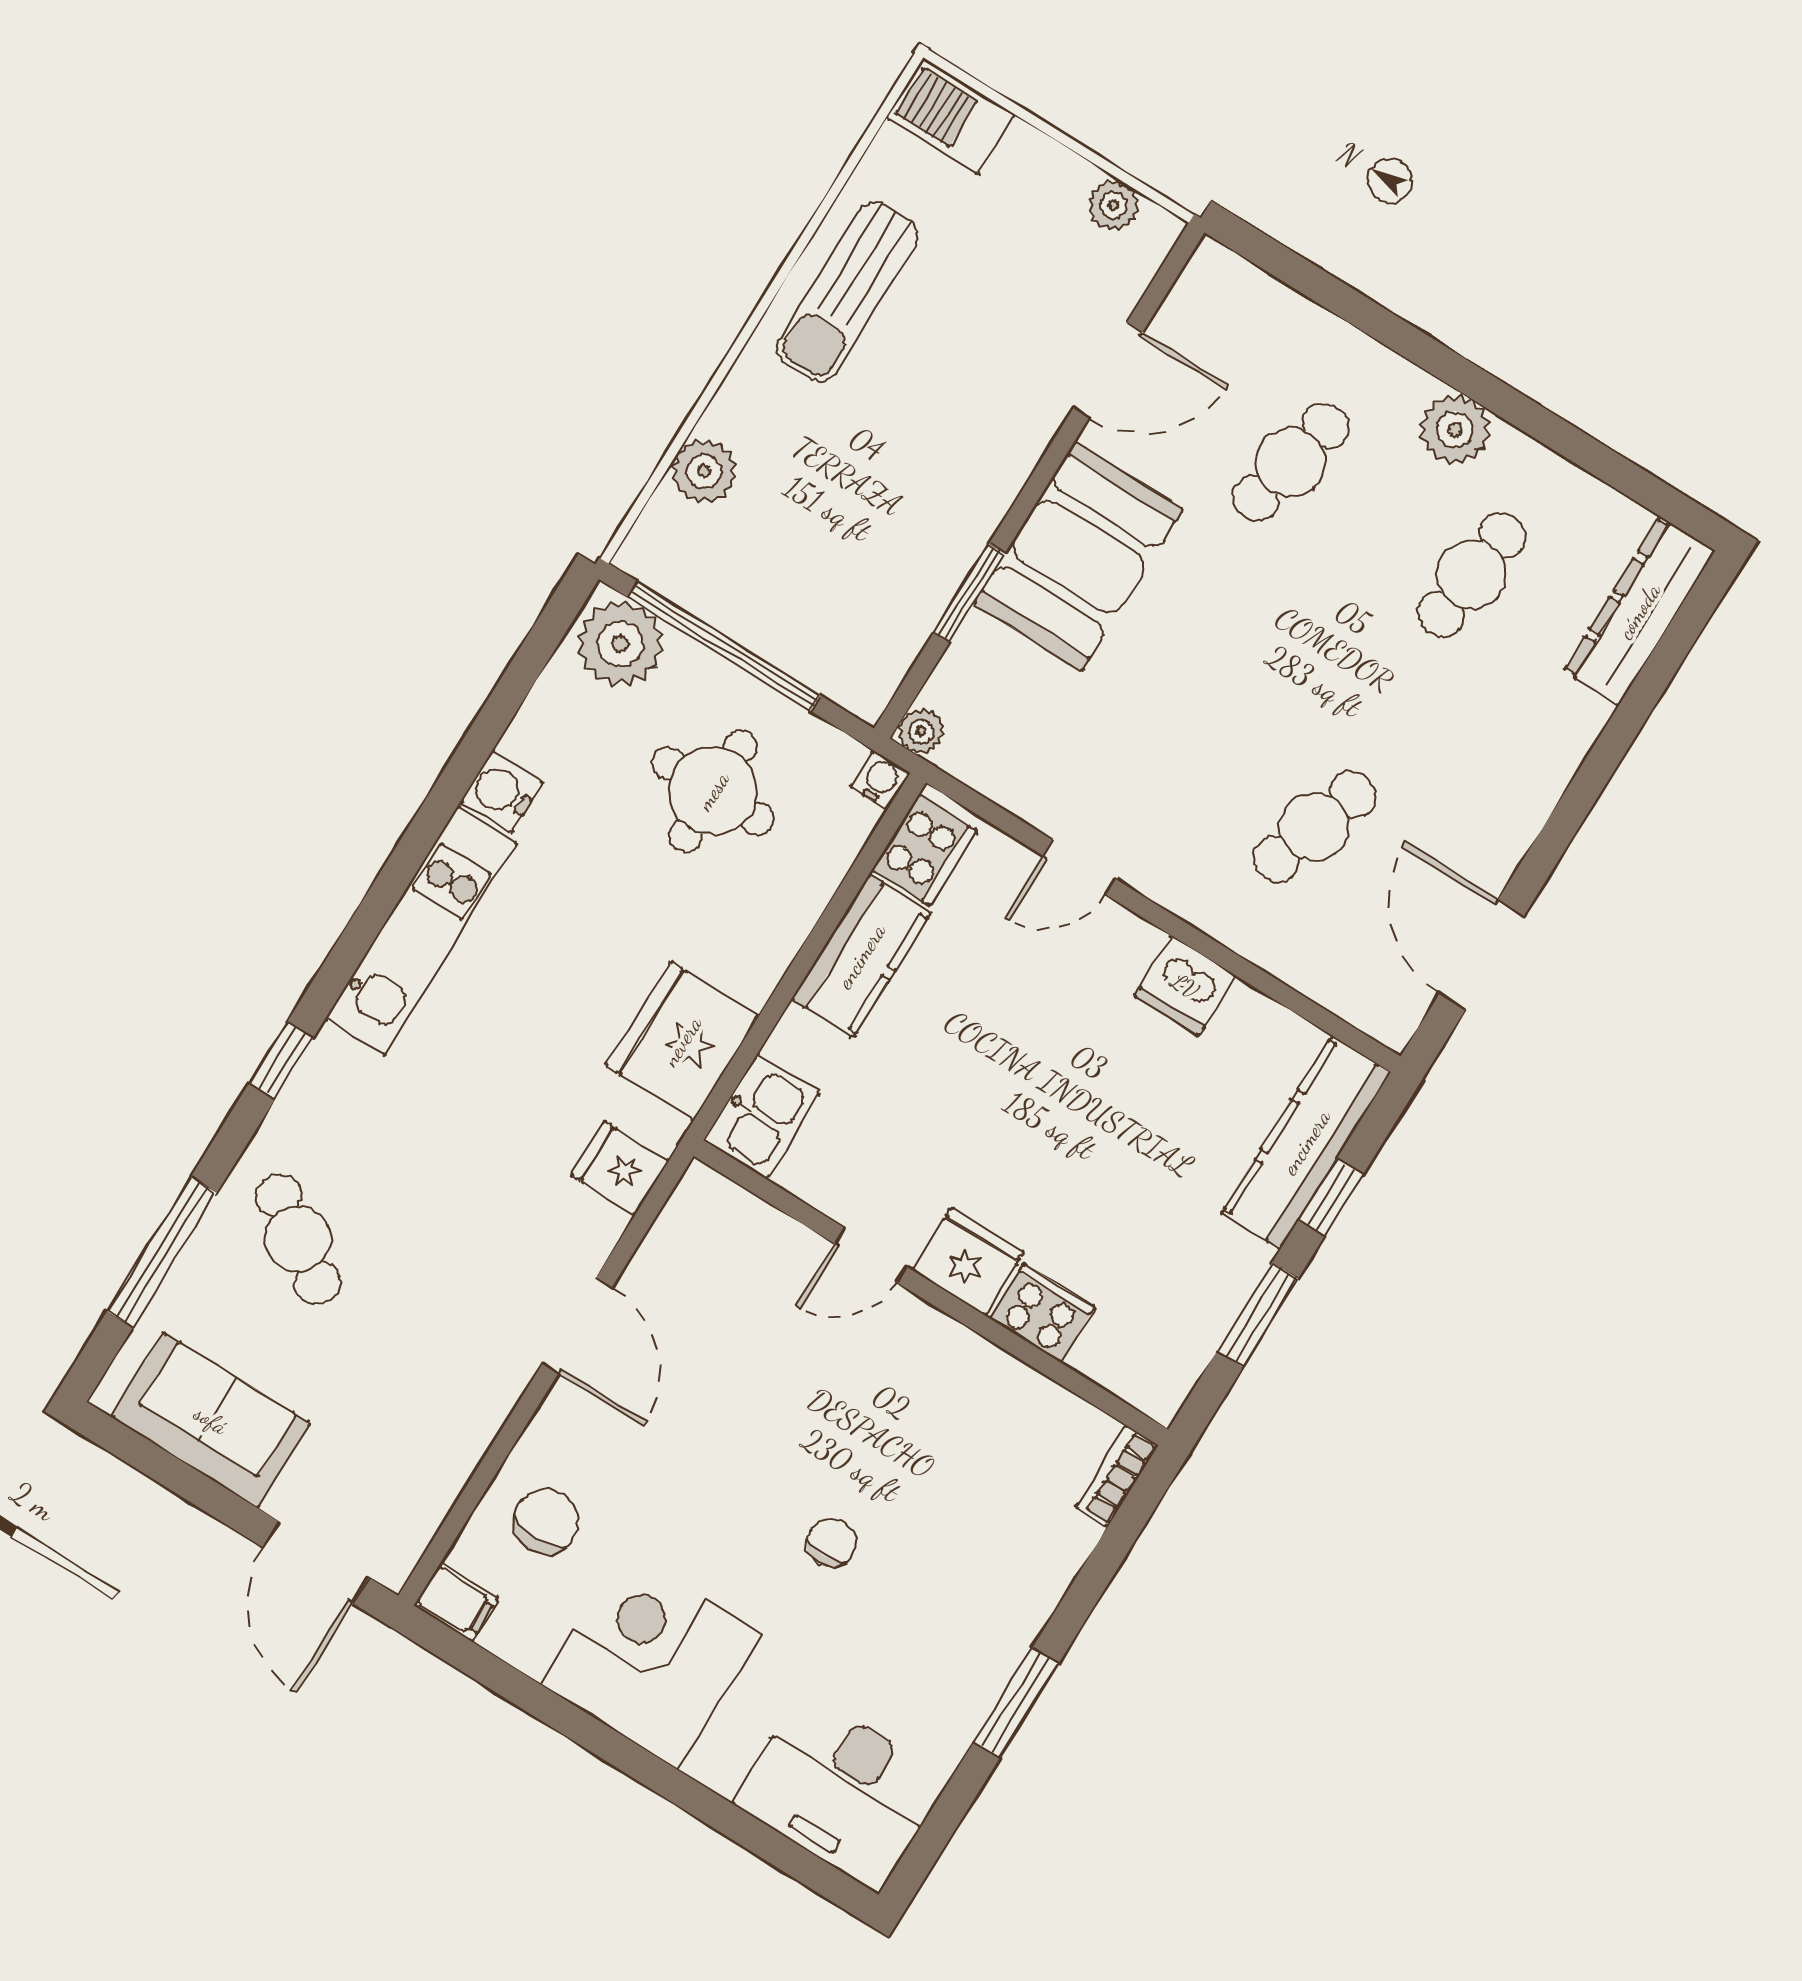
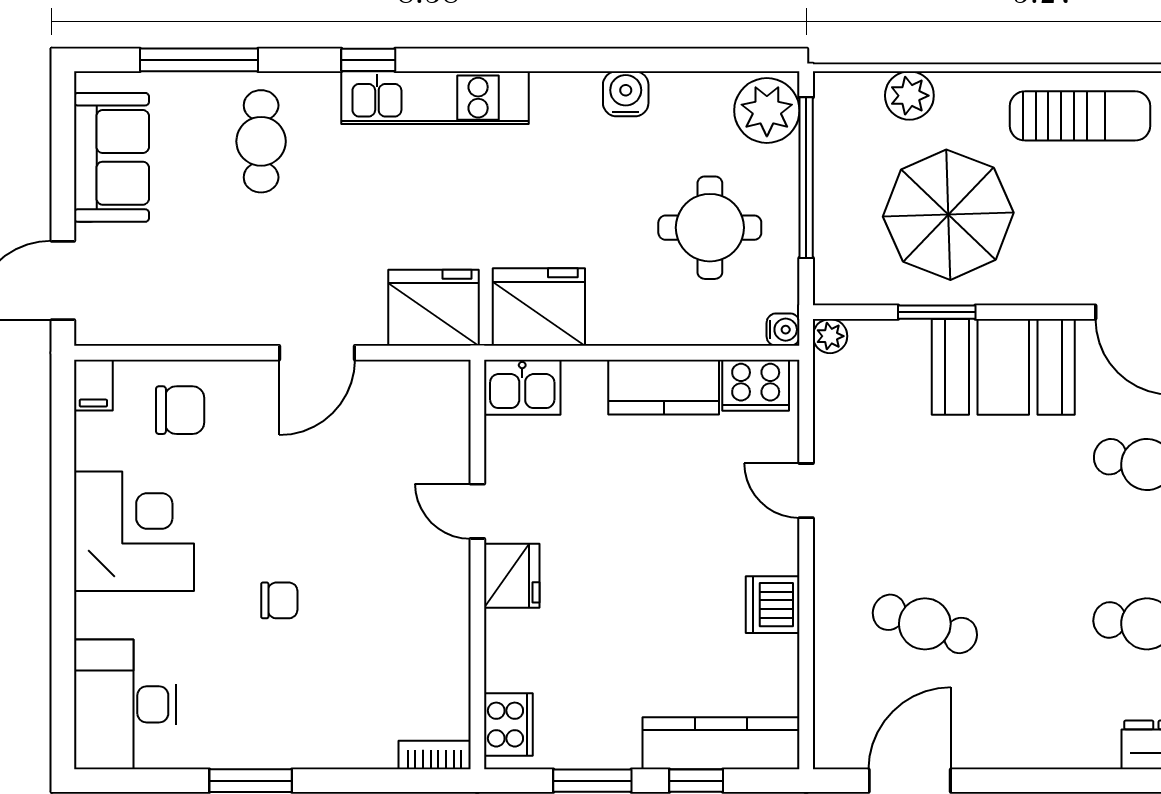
sun lounger: (848, 292) -> (1080, 116), turned 180
parasol: (867, 511) -> (948, 215), added
kitchen unit: (421, 931) -> (435, 98), moved
fridge: (620, 1168) -> (433, 308), width x1.88, depth x1.34
cafe table: (298, 1239) -> (261, 141), turned -34
cooker: (1042, 1313) -> (508, 725), moved

